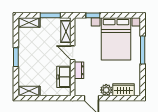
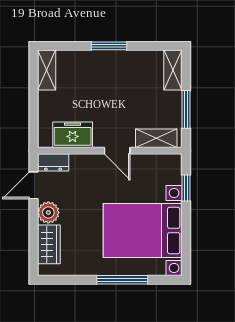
door: (73, 53) -> (117, 151), swing flipped
dresser: (79, 70) -> (53, 162), moved

